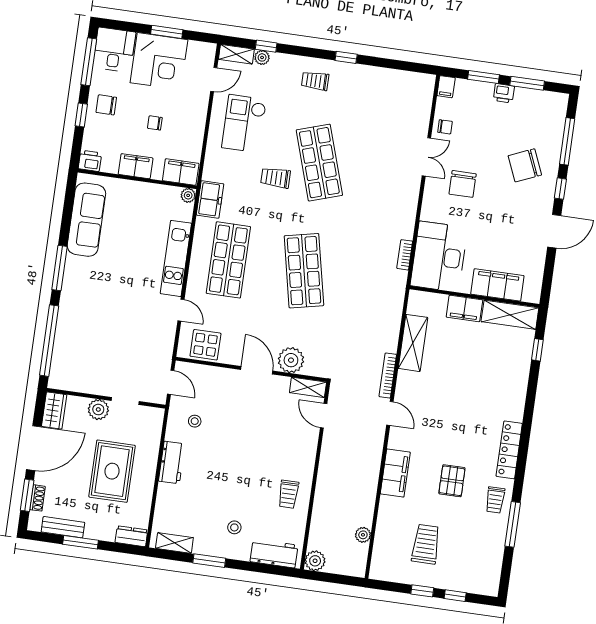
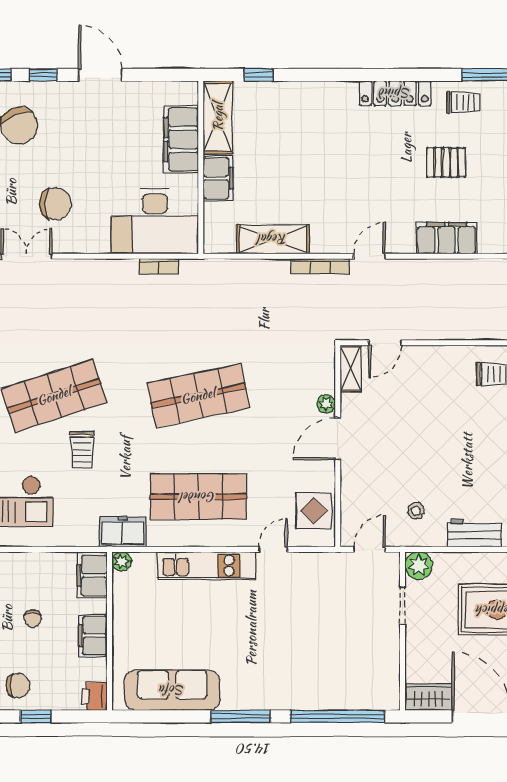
chair: (106, 105) -> (18, 686), turned -90
plant: (291, 360) -> (326, 404), width x0.53, depth x0.53
plant: (98, 409) -> (419, 566), moved

